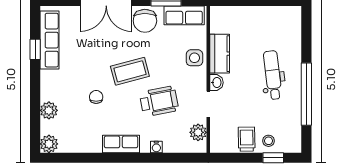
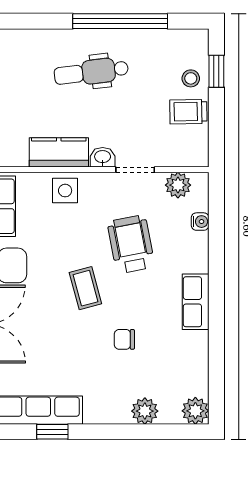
coffee table: (130, 71) -> (85, 288), width x0.73, depth x0.77
water cooler: (156, 147) -> (200, 222), moved

